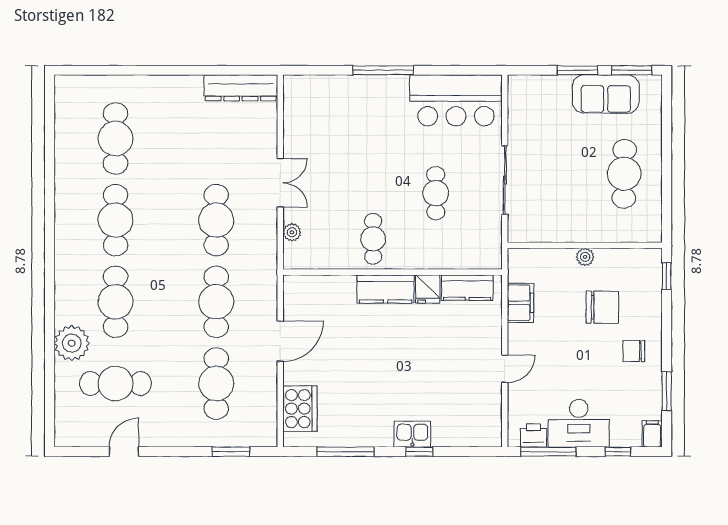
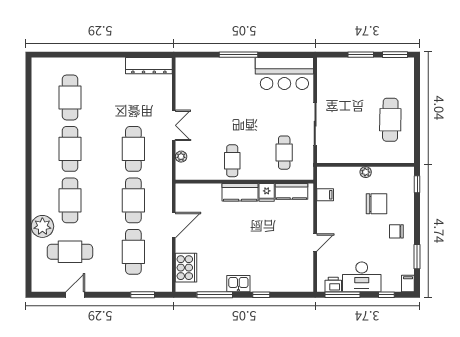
sofa: (606, 94) -> (379, 69), removed
cafe table: (436, 193) -> (284, 153), moved
filing cabinet: (521, 303) -> (325, 195), width x0.50
kitchen sink: (412, 434) -> (238, 284), moved

